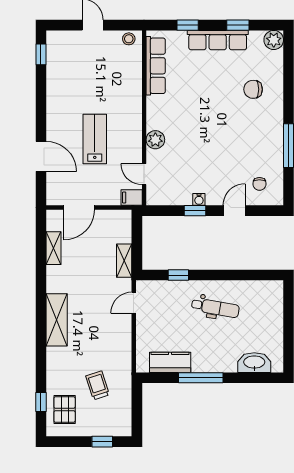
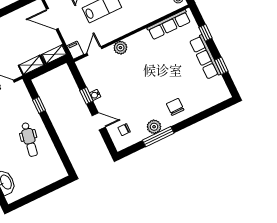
plant: (274, 40) -> (154, 127), moved
chair: (253, 89) -> (175, 107), moved
shelving: (54, 248) -> (54, 54), moved

